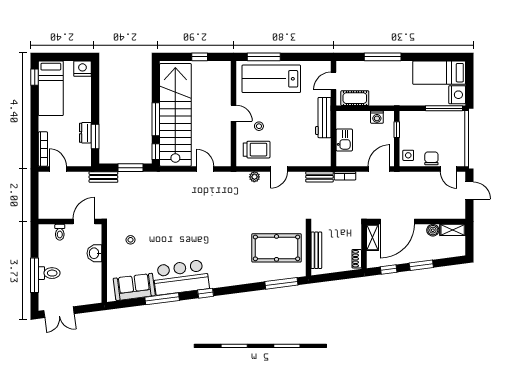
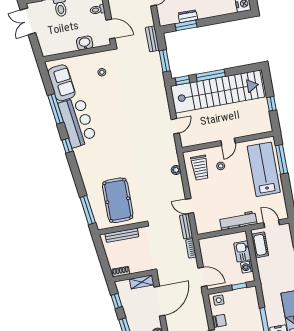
kitchen sink: (344, 140) -> (242, 251), moved, turned 90
door: (279, 169) -> (190, 206), moved
door: (397, 222) -> (159, 301), swing flipped

